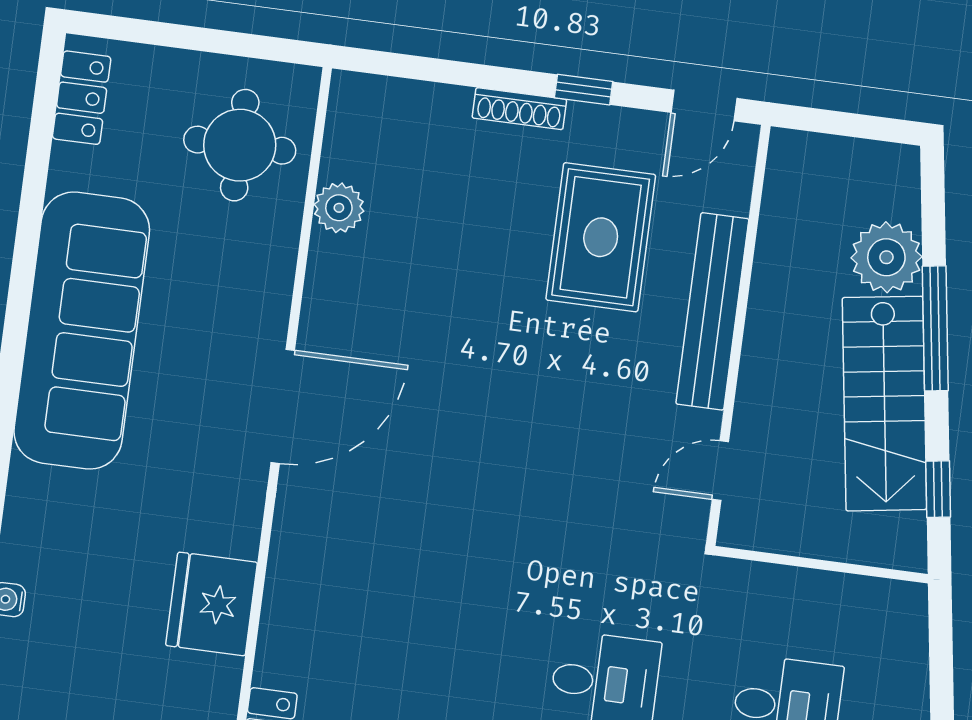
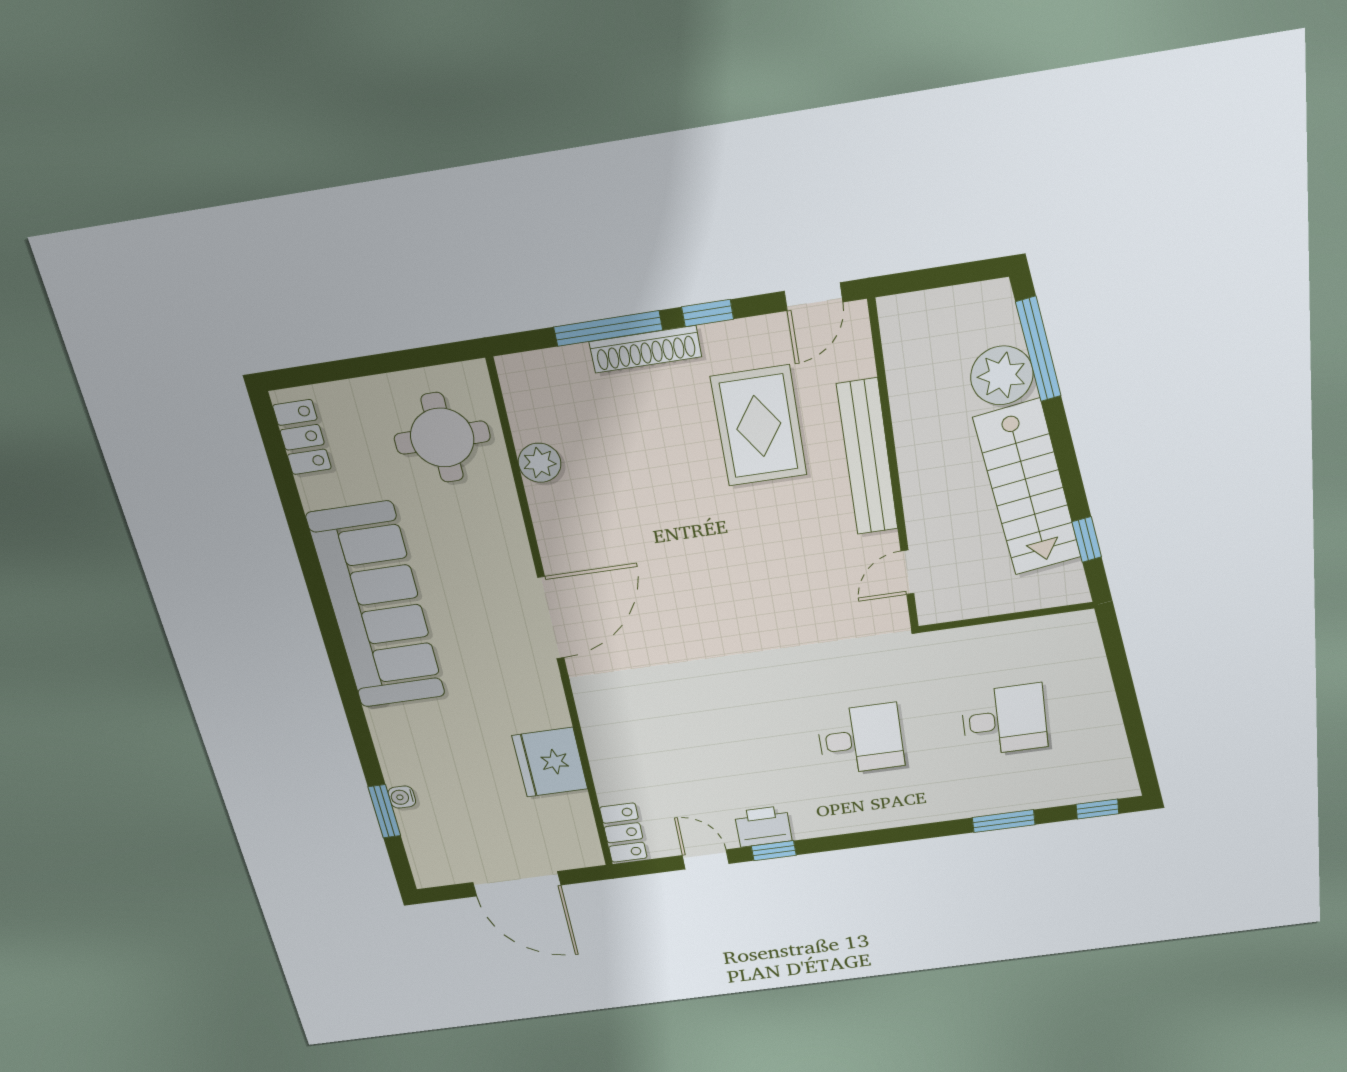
window: (469, 75) -> (608, 328), added
shoe rack: (519, 109) -> (645, 349), width x1.36, depth x1.24
window: (935, 328) -> (1038, 349), moved

